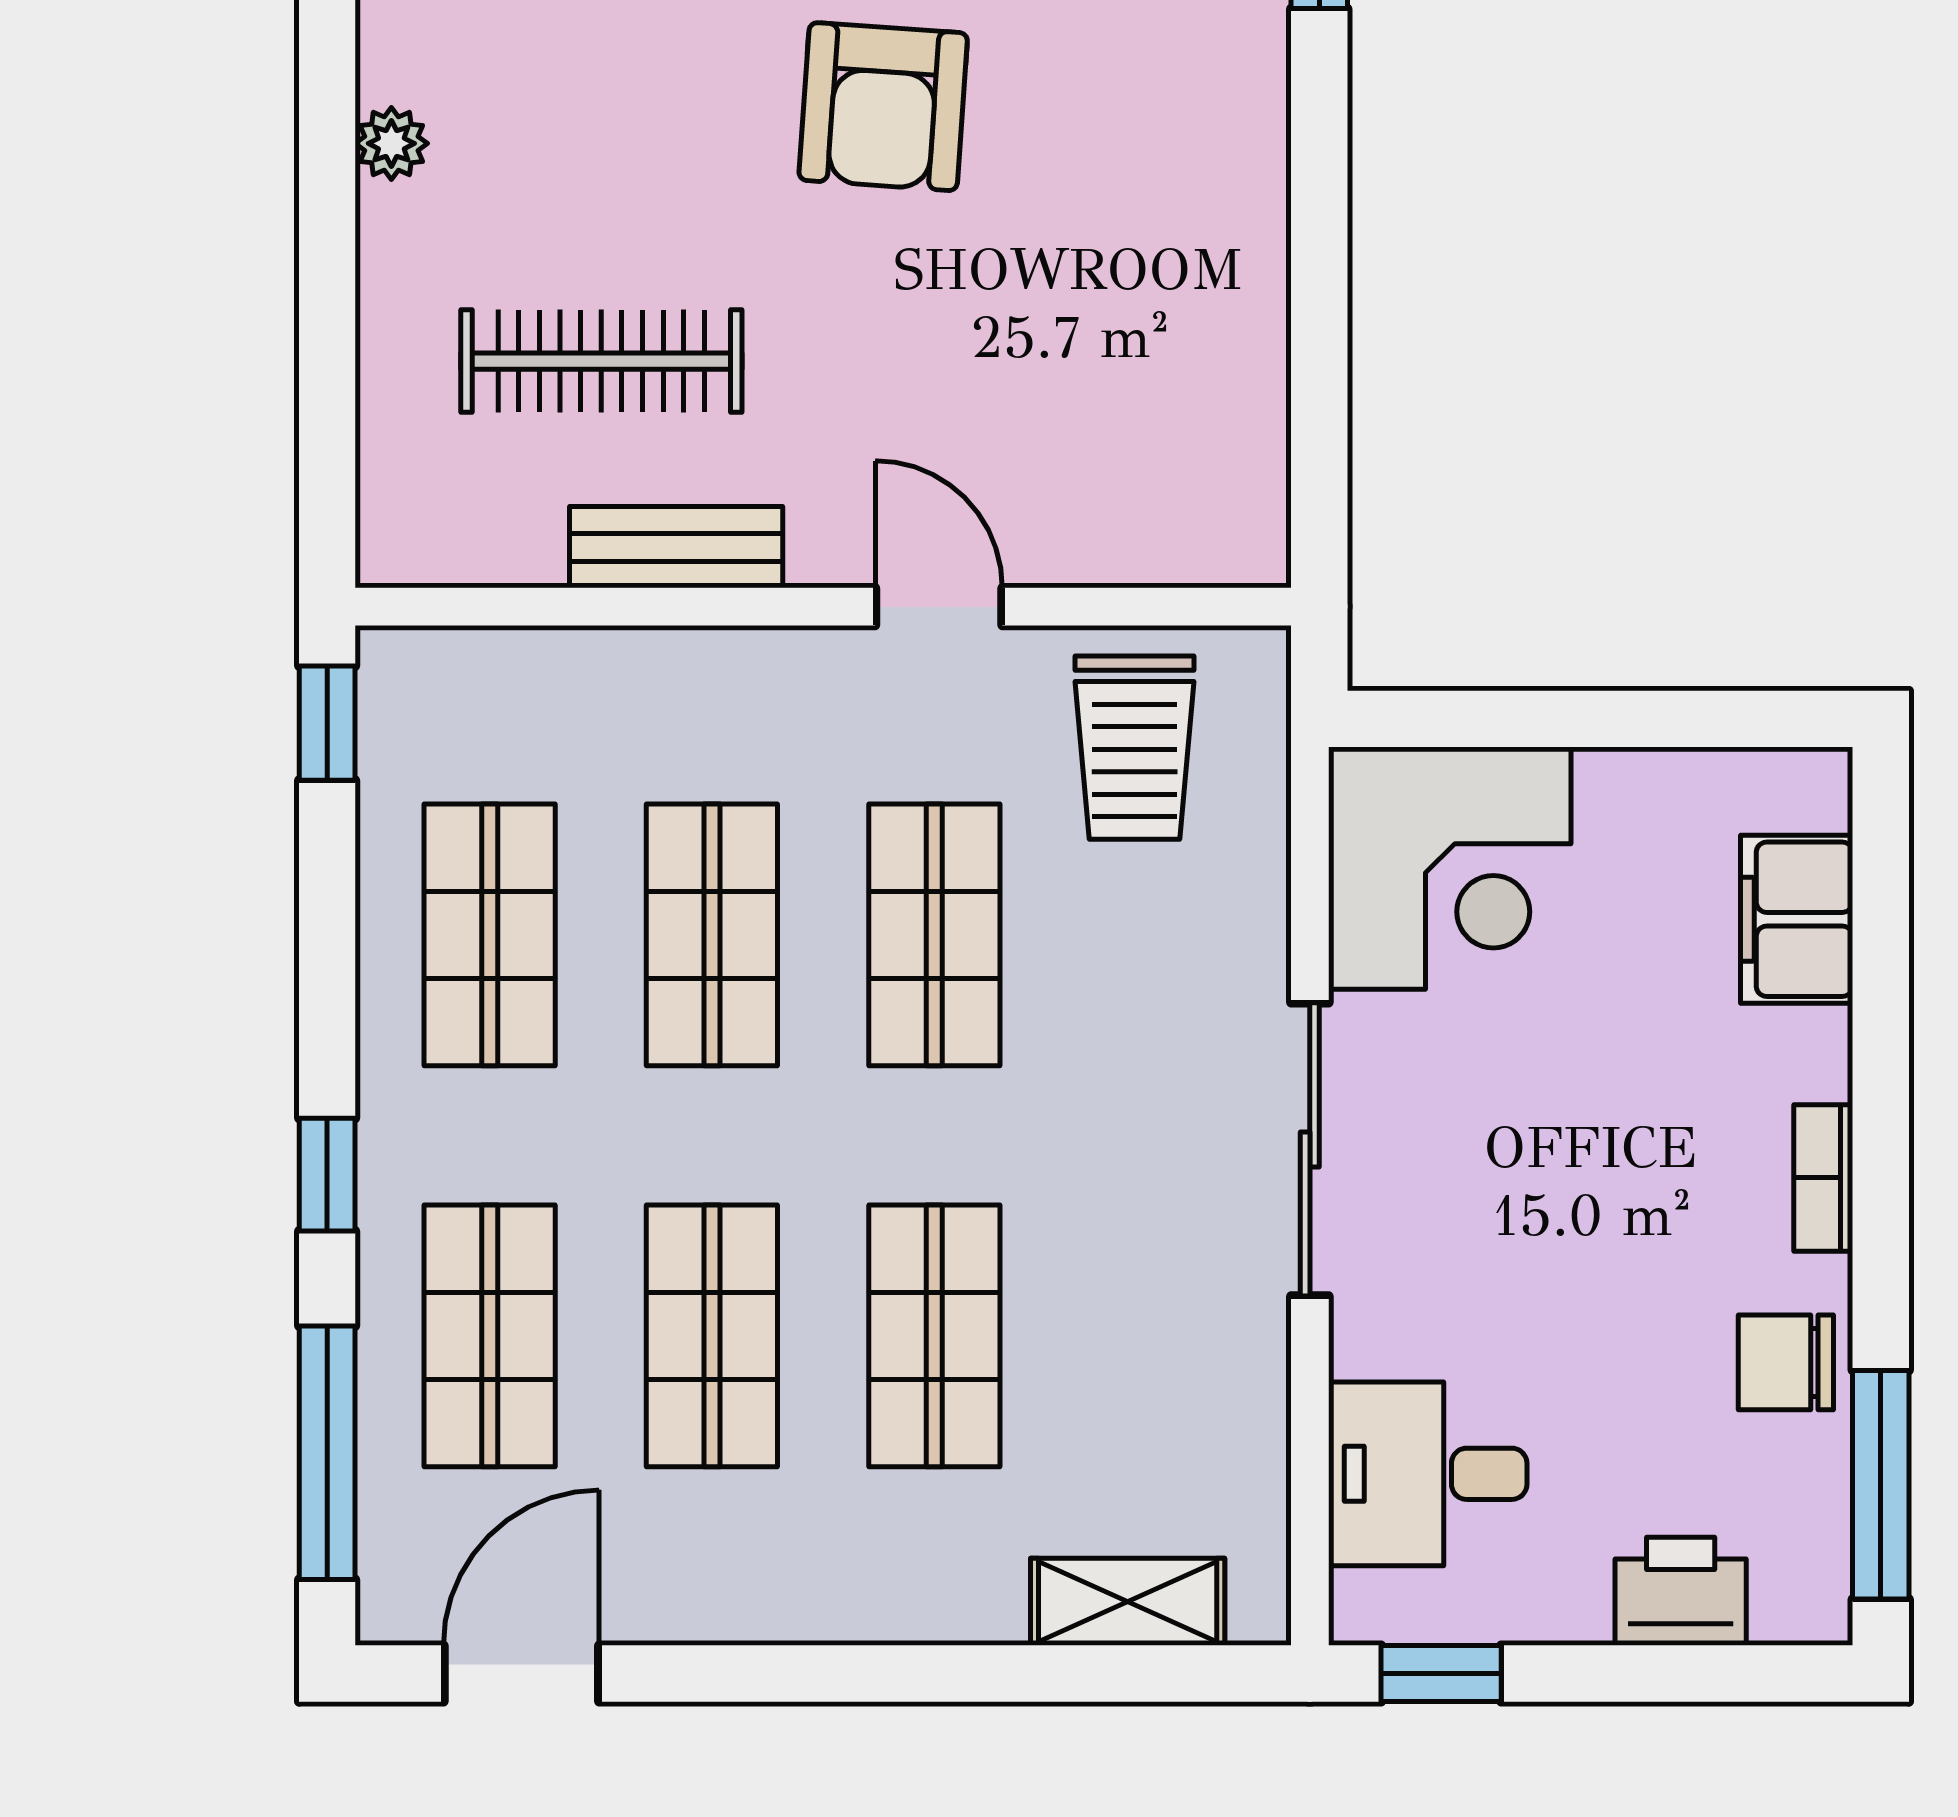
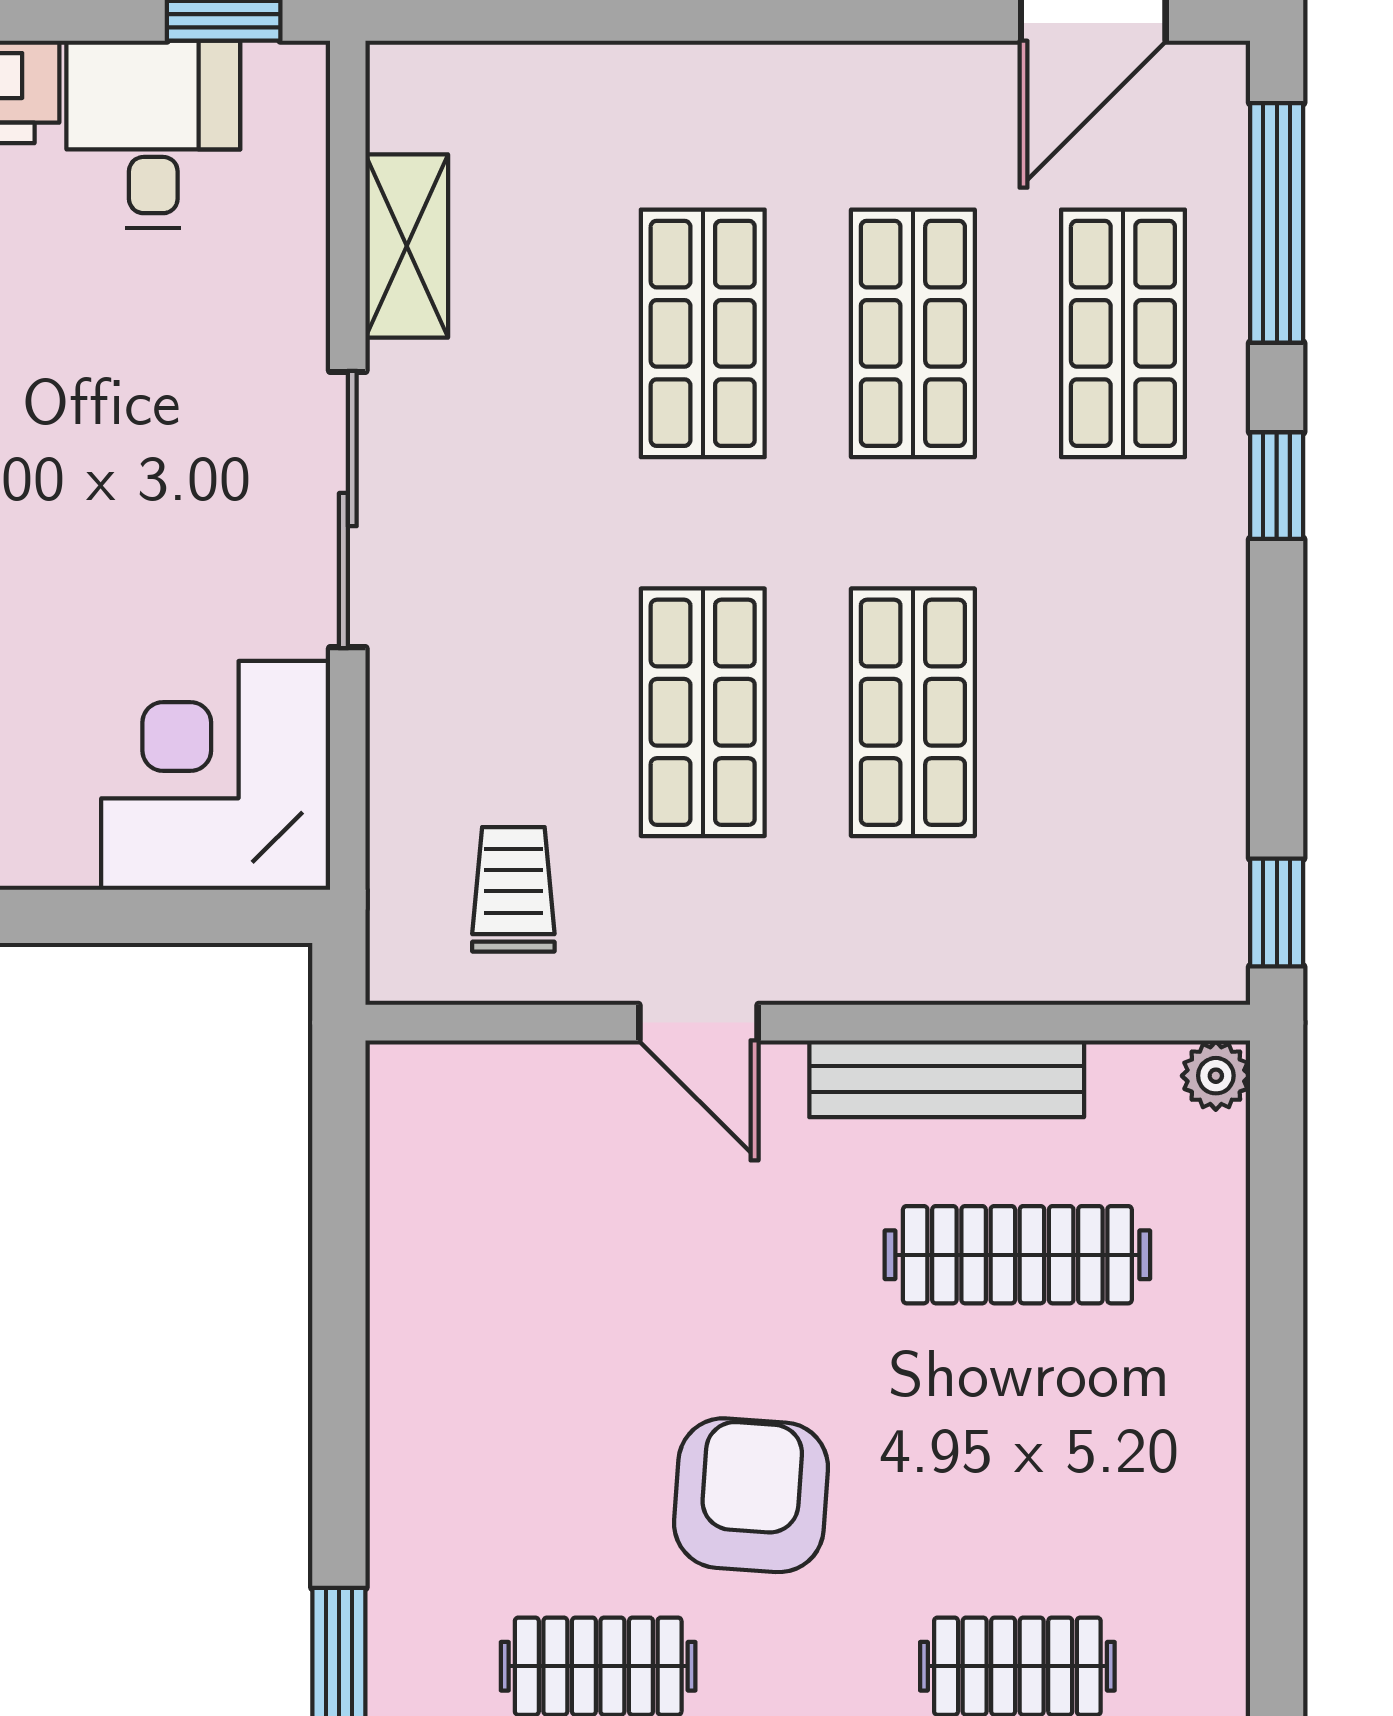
plant: (391, 143) -> (1216, 1076), moved
bench: (676, 547) -> (947, 1079), width x1.36
trolley: (1135, 748) -> (513, 889), width x0.73, depth x0.72
shop shelf: (490, 935) -> (1123, 712), removed
desk: (1428, 1474) -> (153, 134), moved, turned -90
shelving: (1128, 1602) -> (407, 246), moved, turned 90

